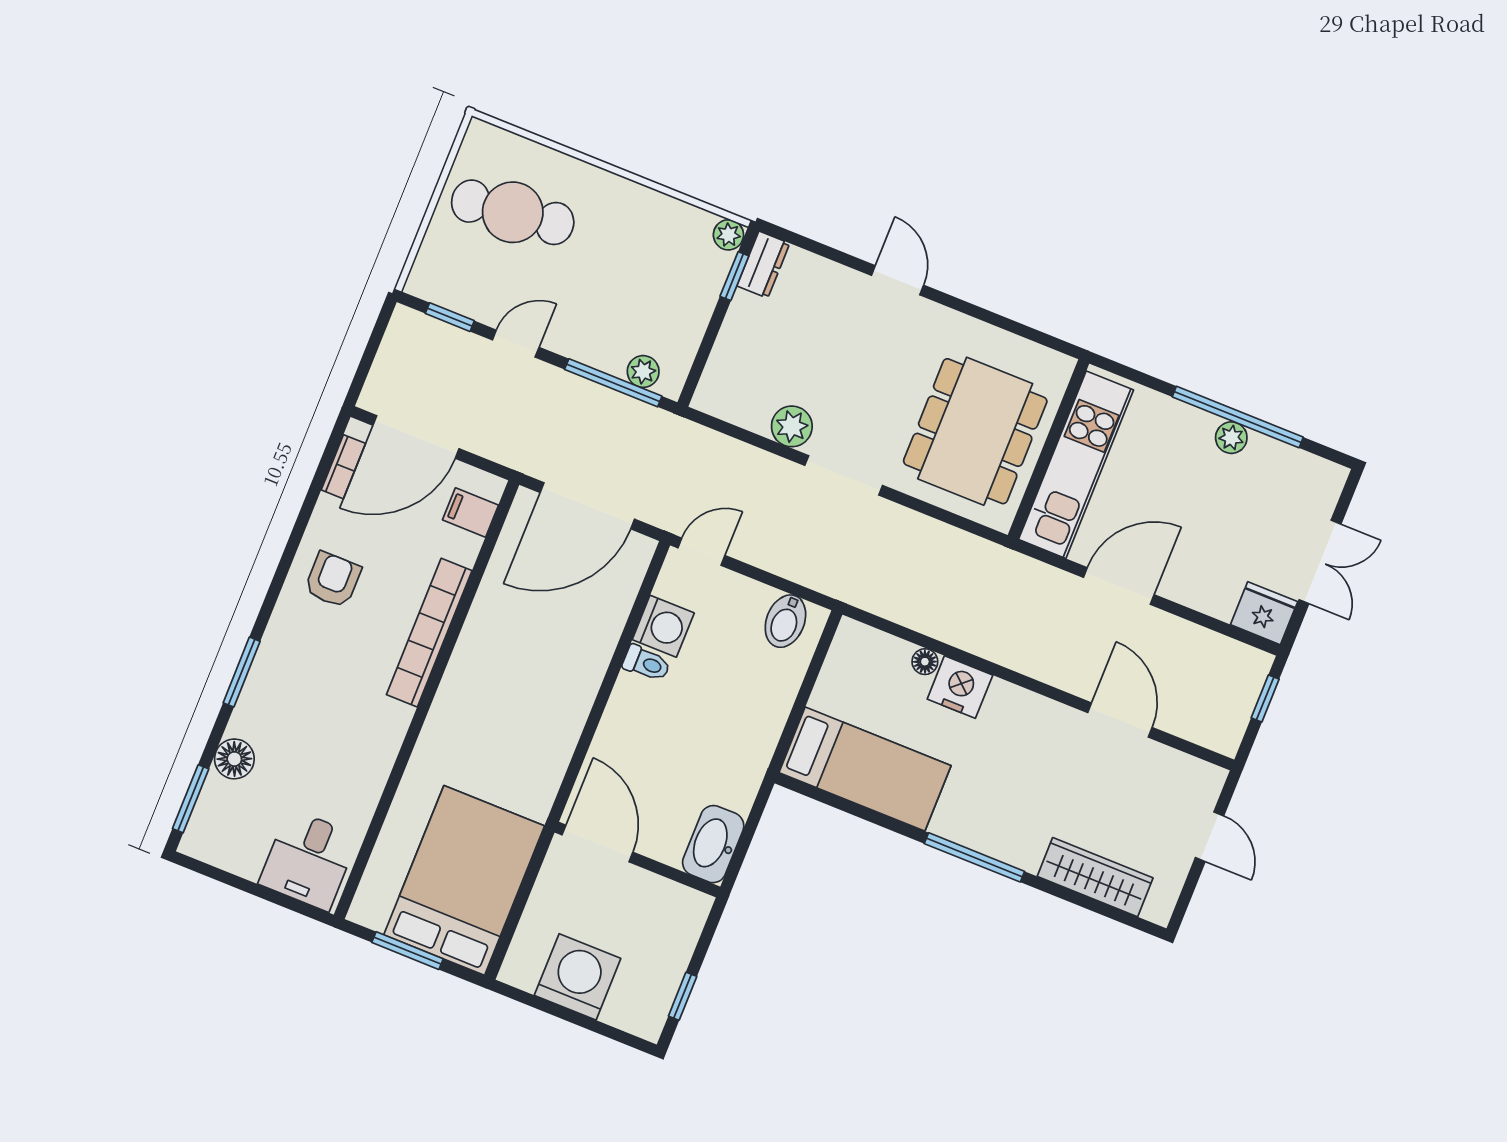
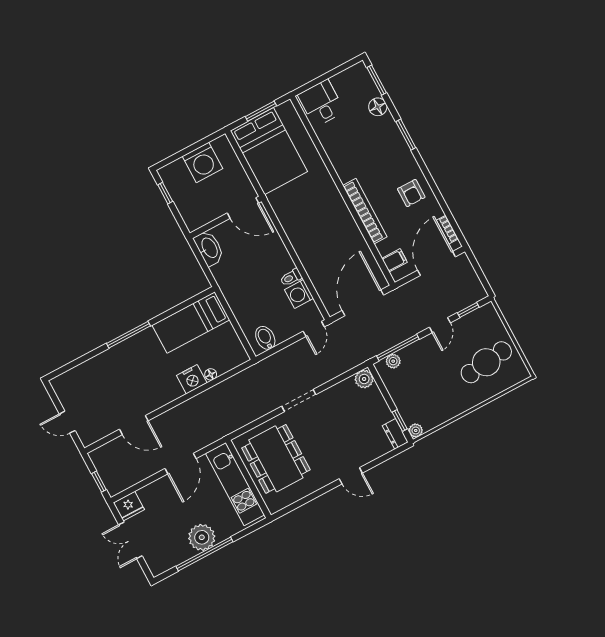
plant: (792, 426) -> (364, 379), moved
plant: (1231, 438) -> (202, 537), width x1.88, depth x1.88
wardrobe: (1095, 877) -> (86, 371), removed

